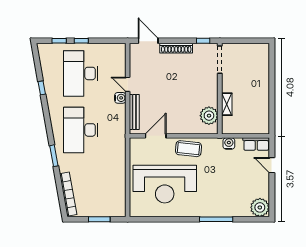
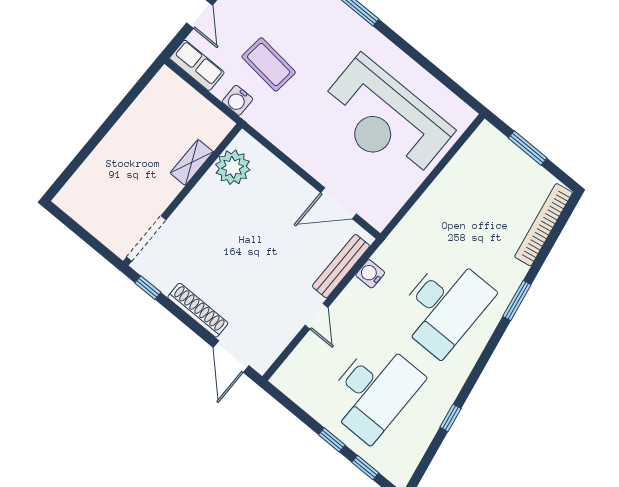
water cooler: (120, 98) -> (370, 274), moved
coffee table: (188, 149) -> (269, 64), moved
reception desk: (165, 184) -> (385, 119), turned 180

